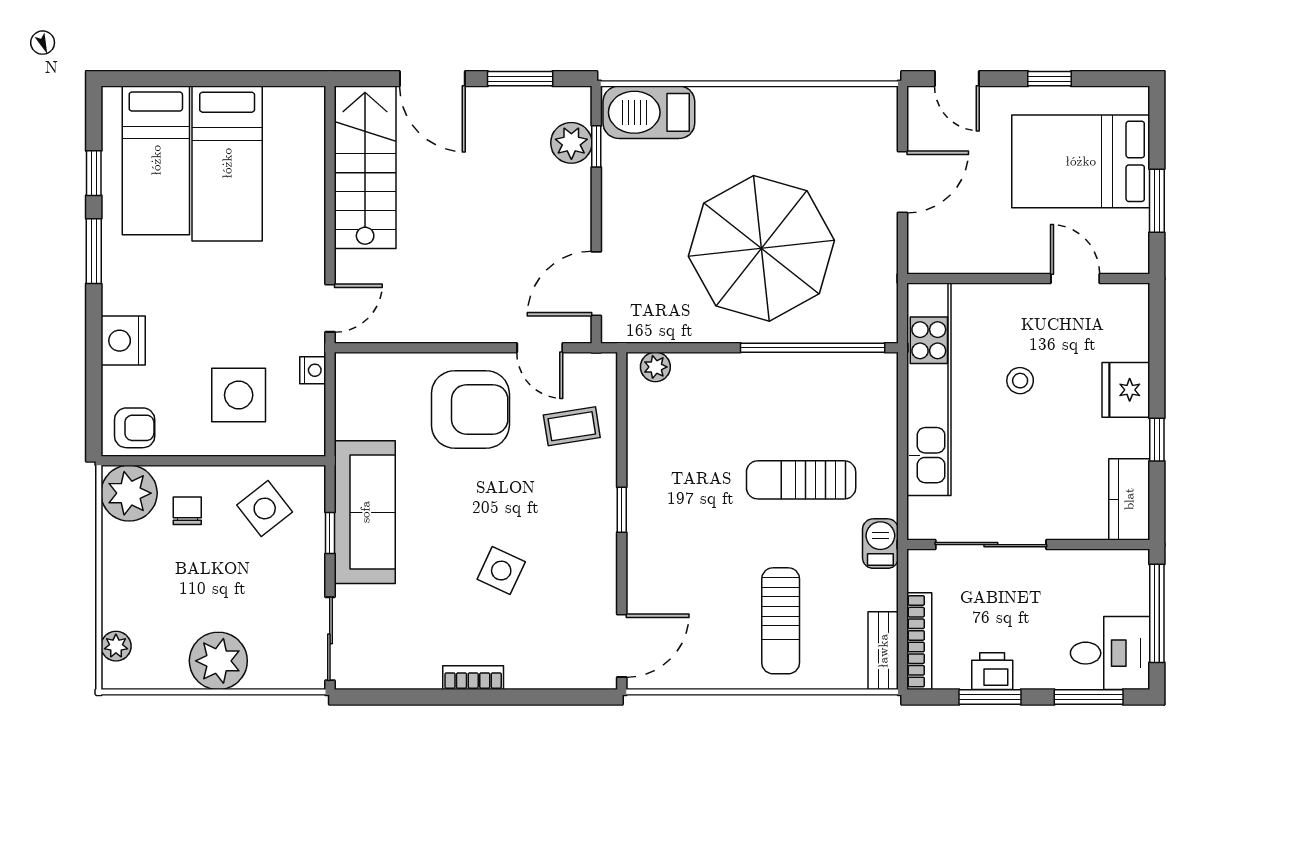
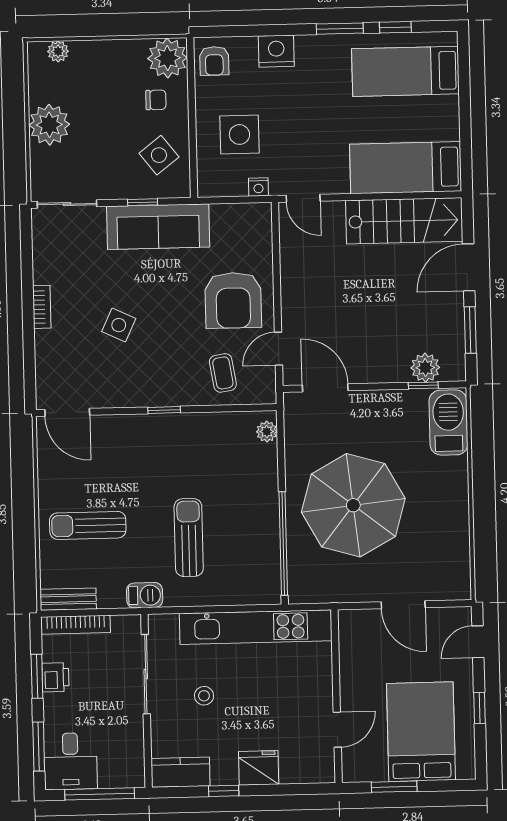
bed: (227, 163) -> (406, 168), moved
stool: (1020, 381) -> (204, 696), moved

